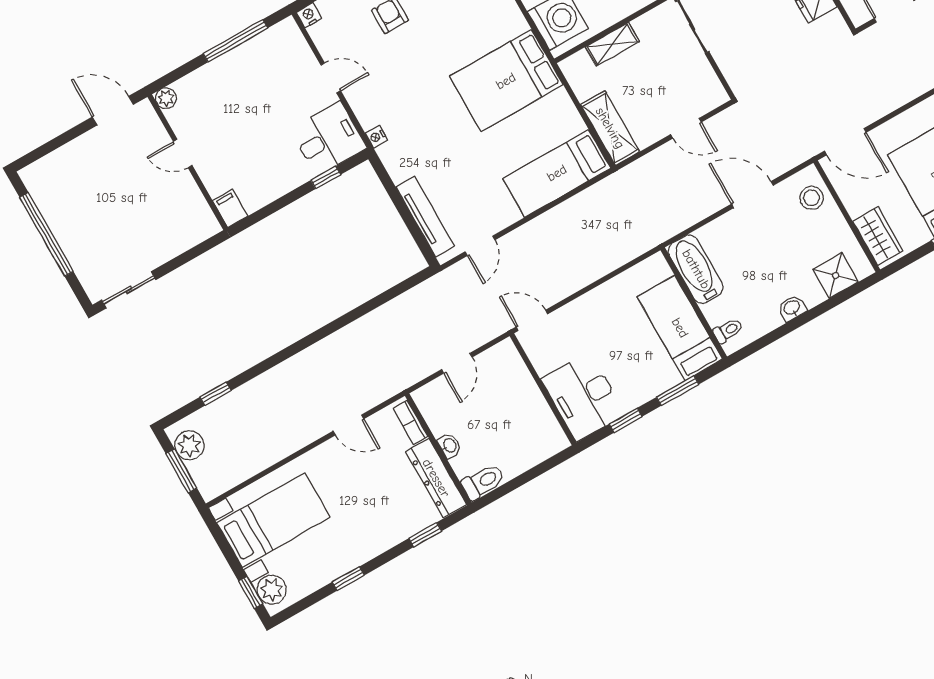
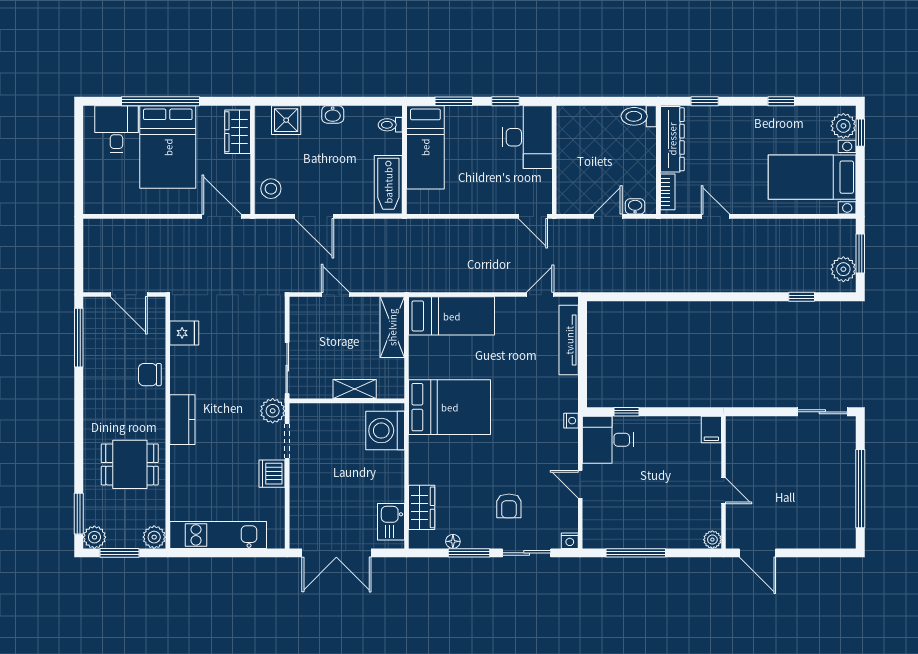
washbasin: (449, 446) -> (635, 206), moved, turned 90

